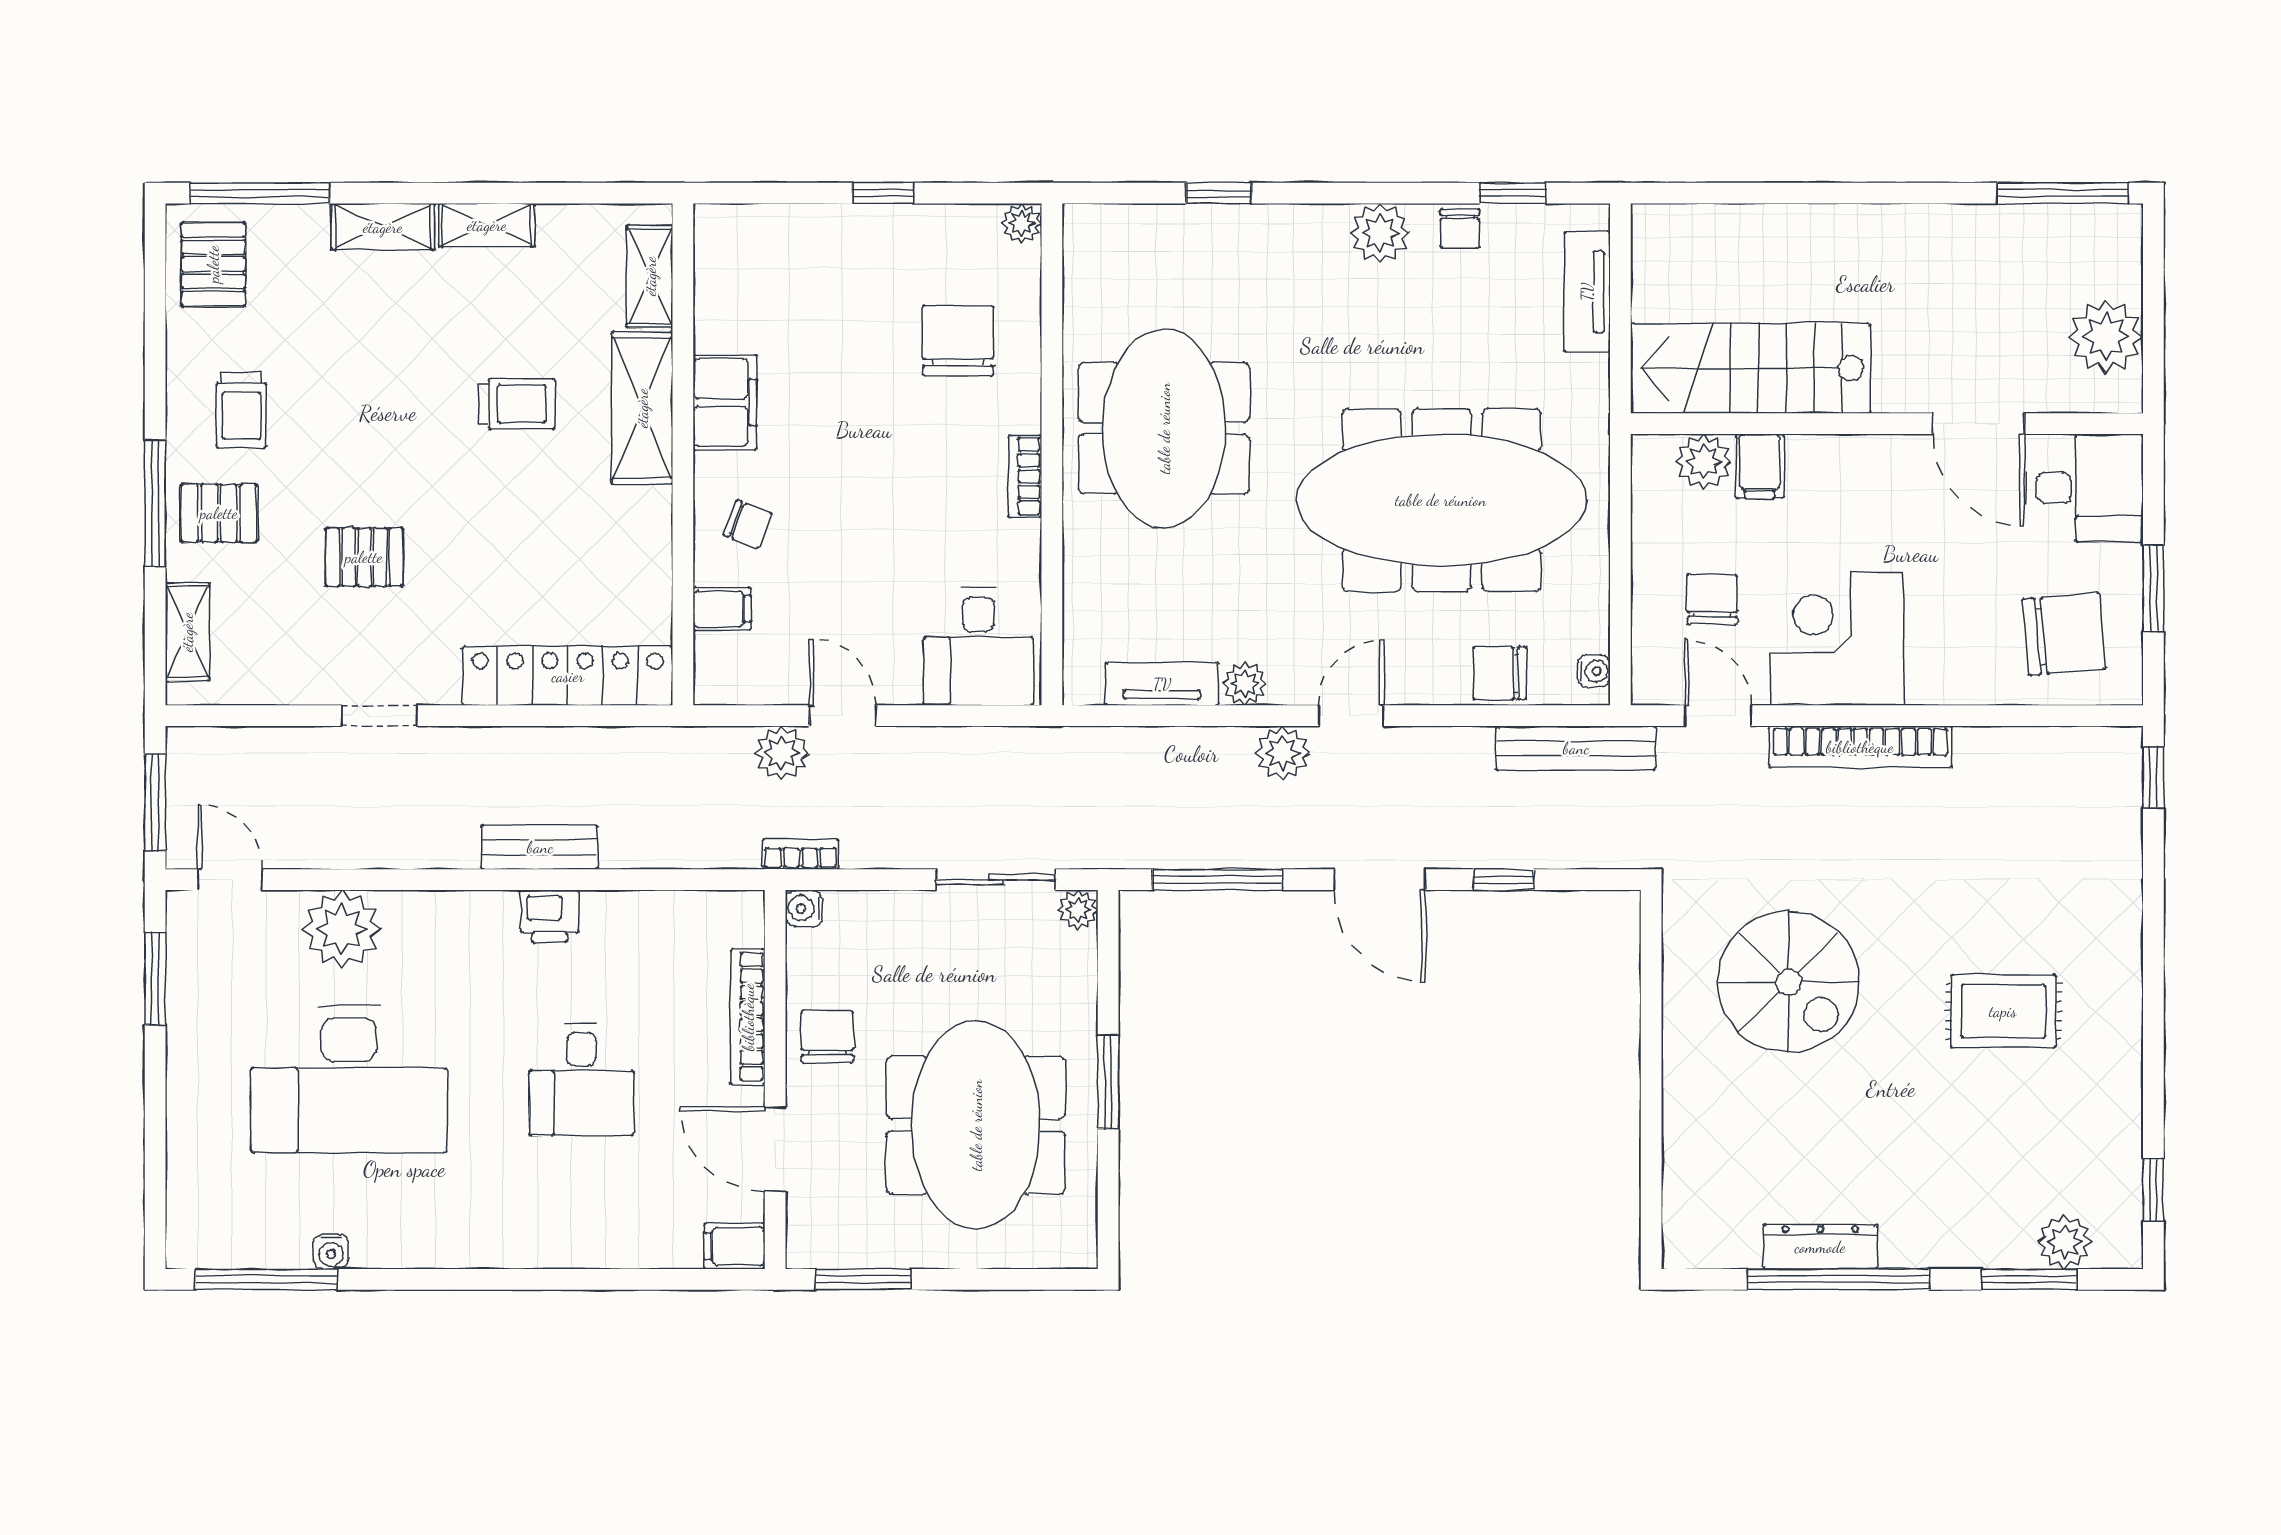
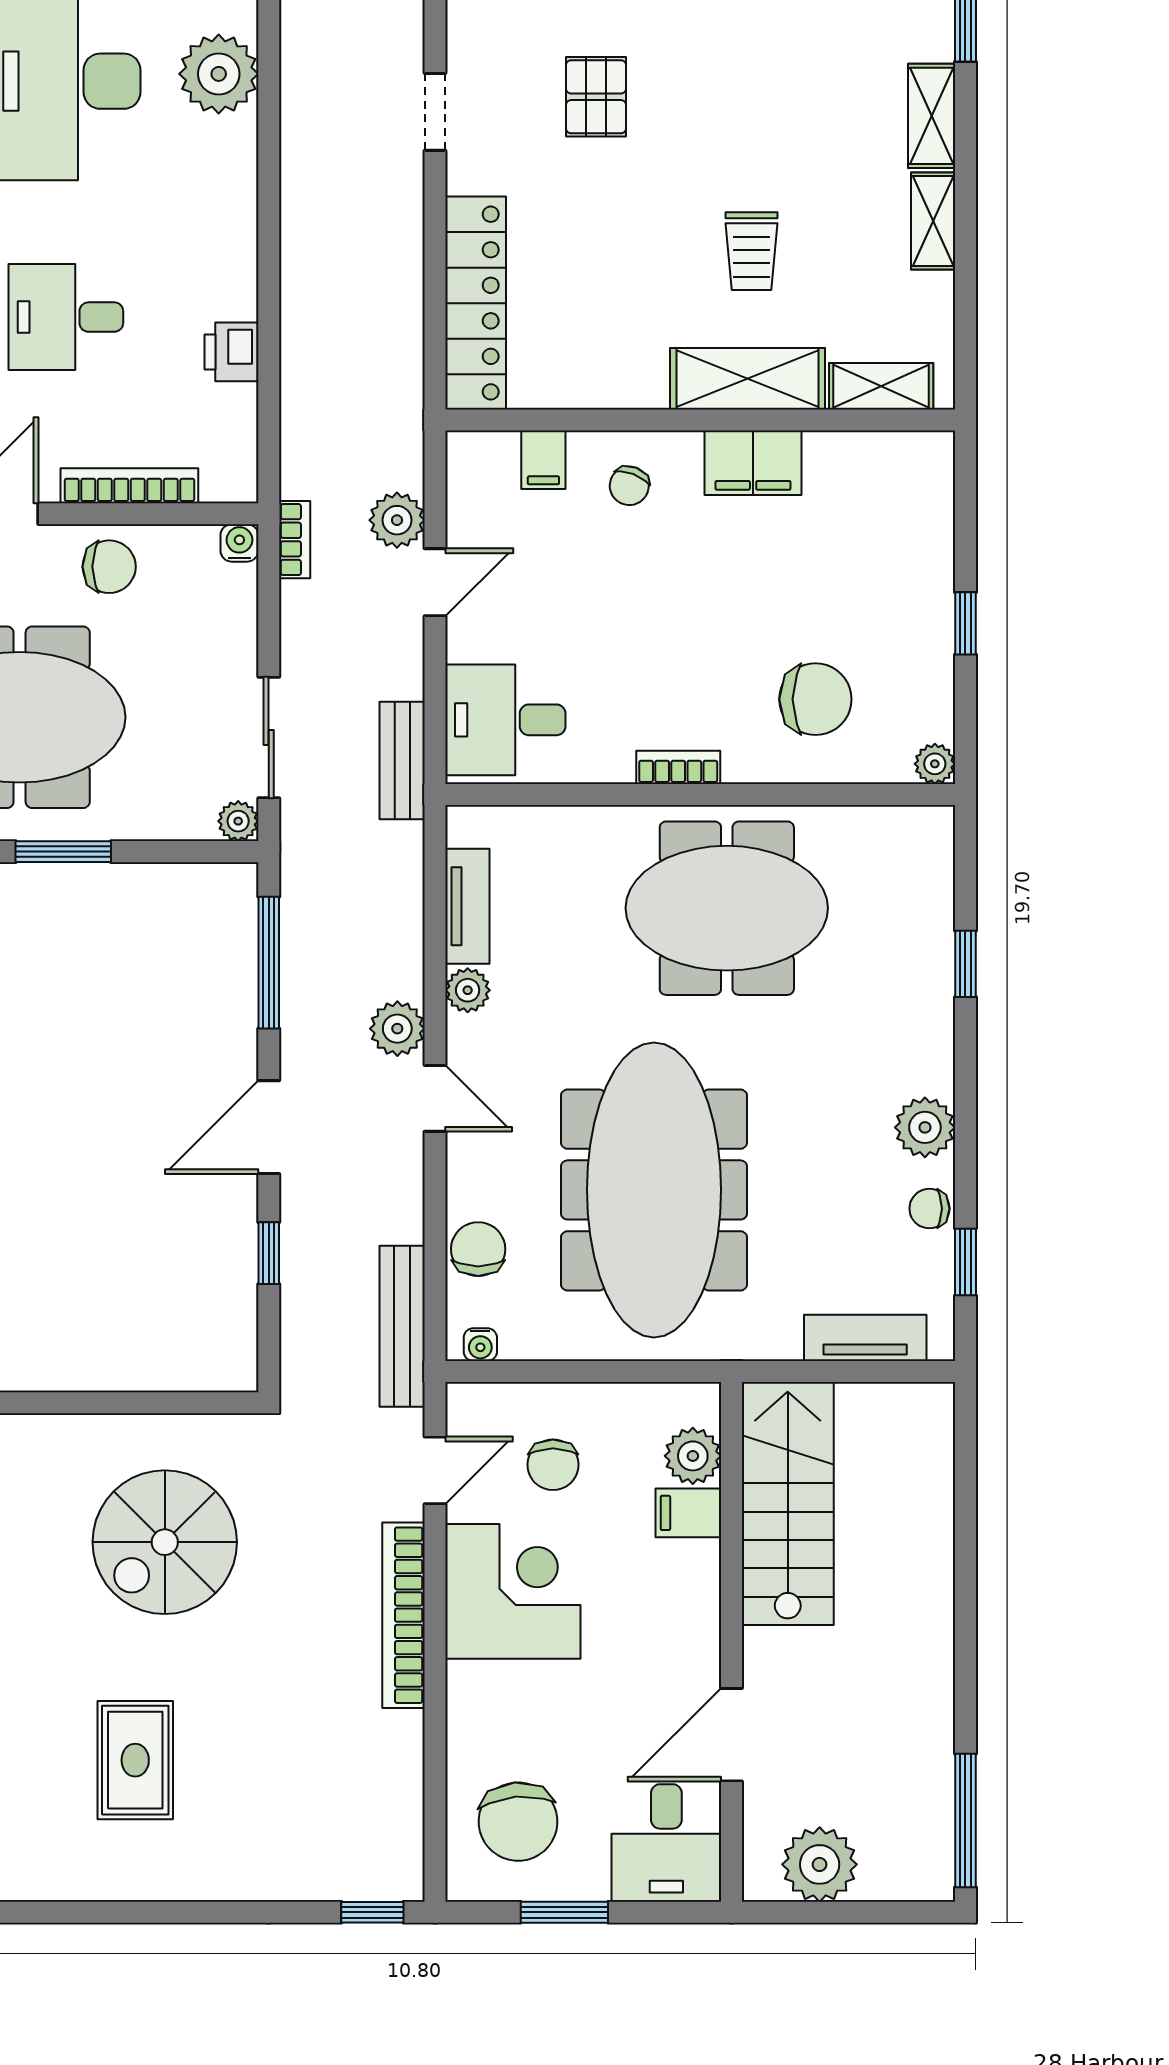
chair: (1712, 600) -> (553, 1465), turned 90
bench: (540, 847) -> (402, 761), moved
printer: (550, 916) -> (231, 352), moved

